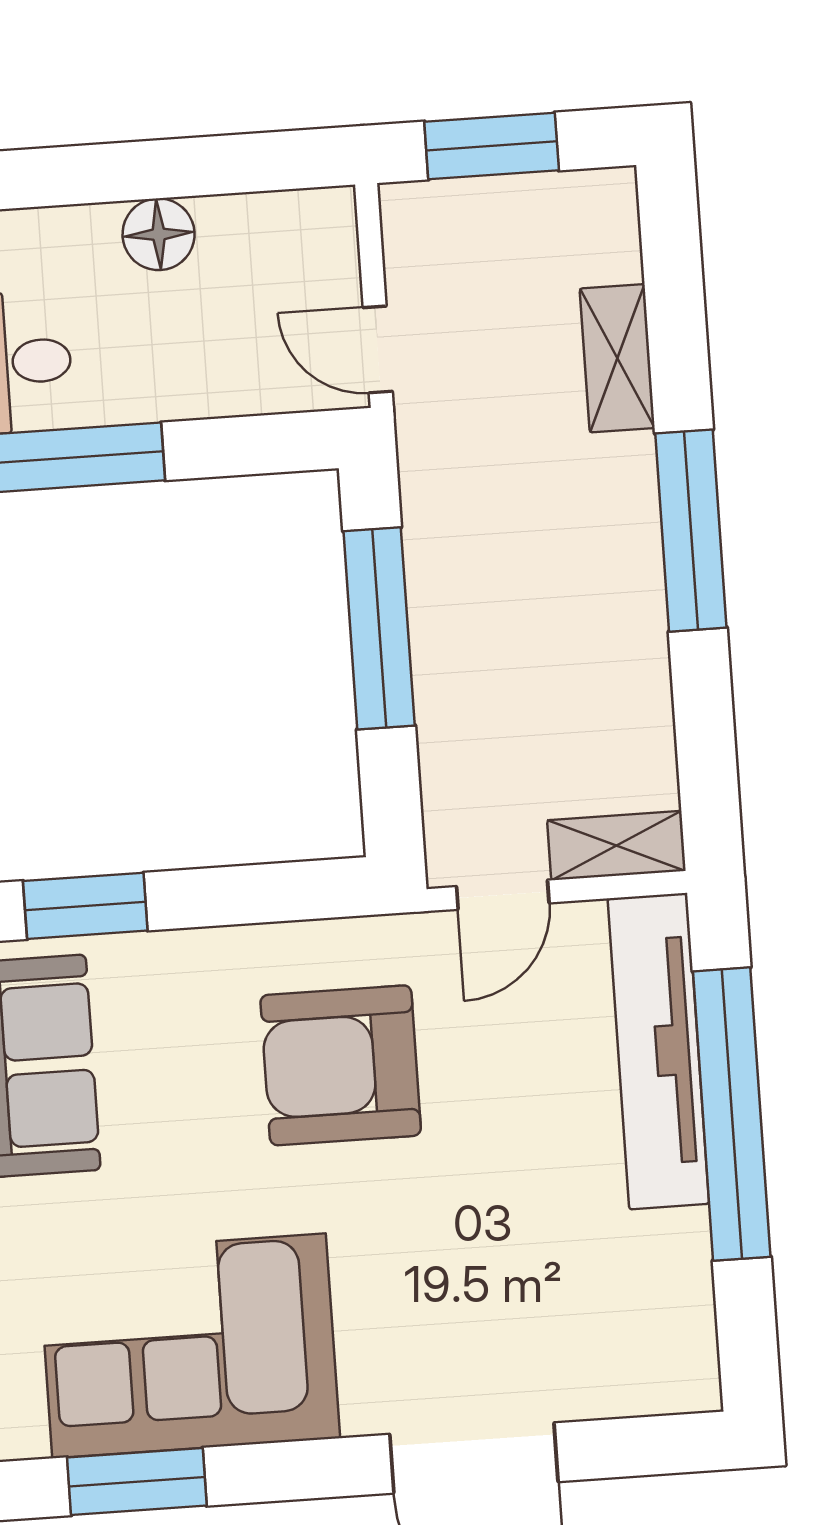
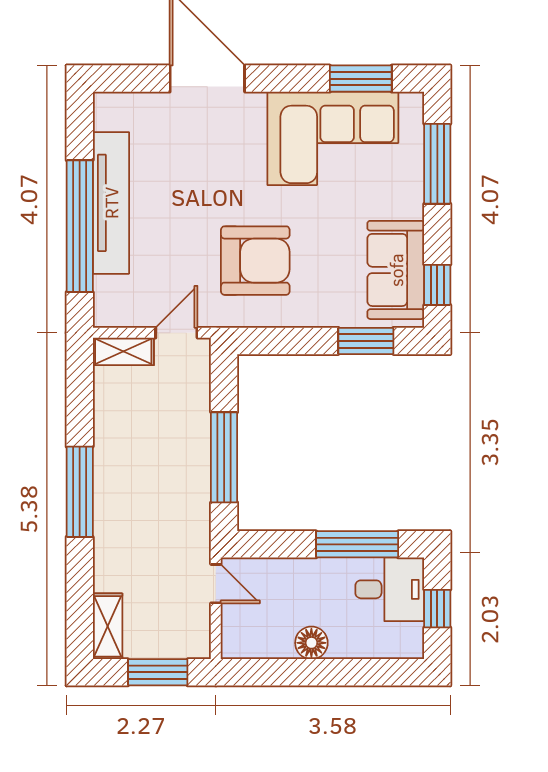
shelving: (617, 358) -> (108, 626), moved
tv unit: (658, 1051) -> (111, 203), moved

